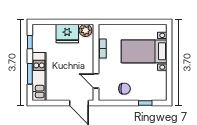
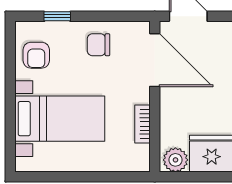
door: (96, 81) -> (155, 60), width x1.88
armchair: (156, 83) -> (36, 55), added

